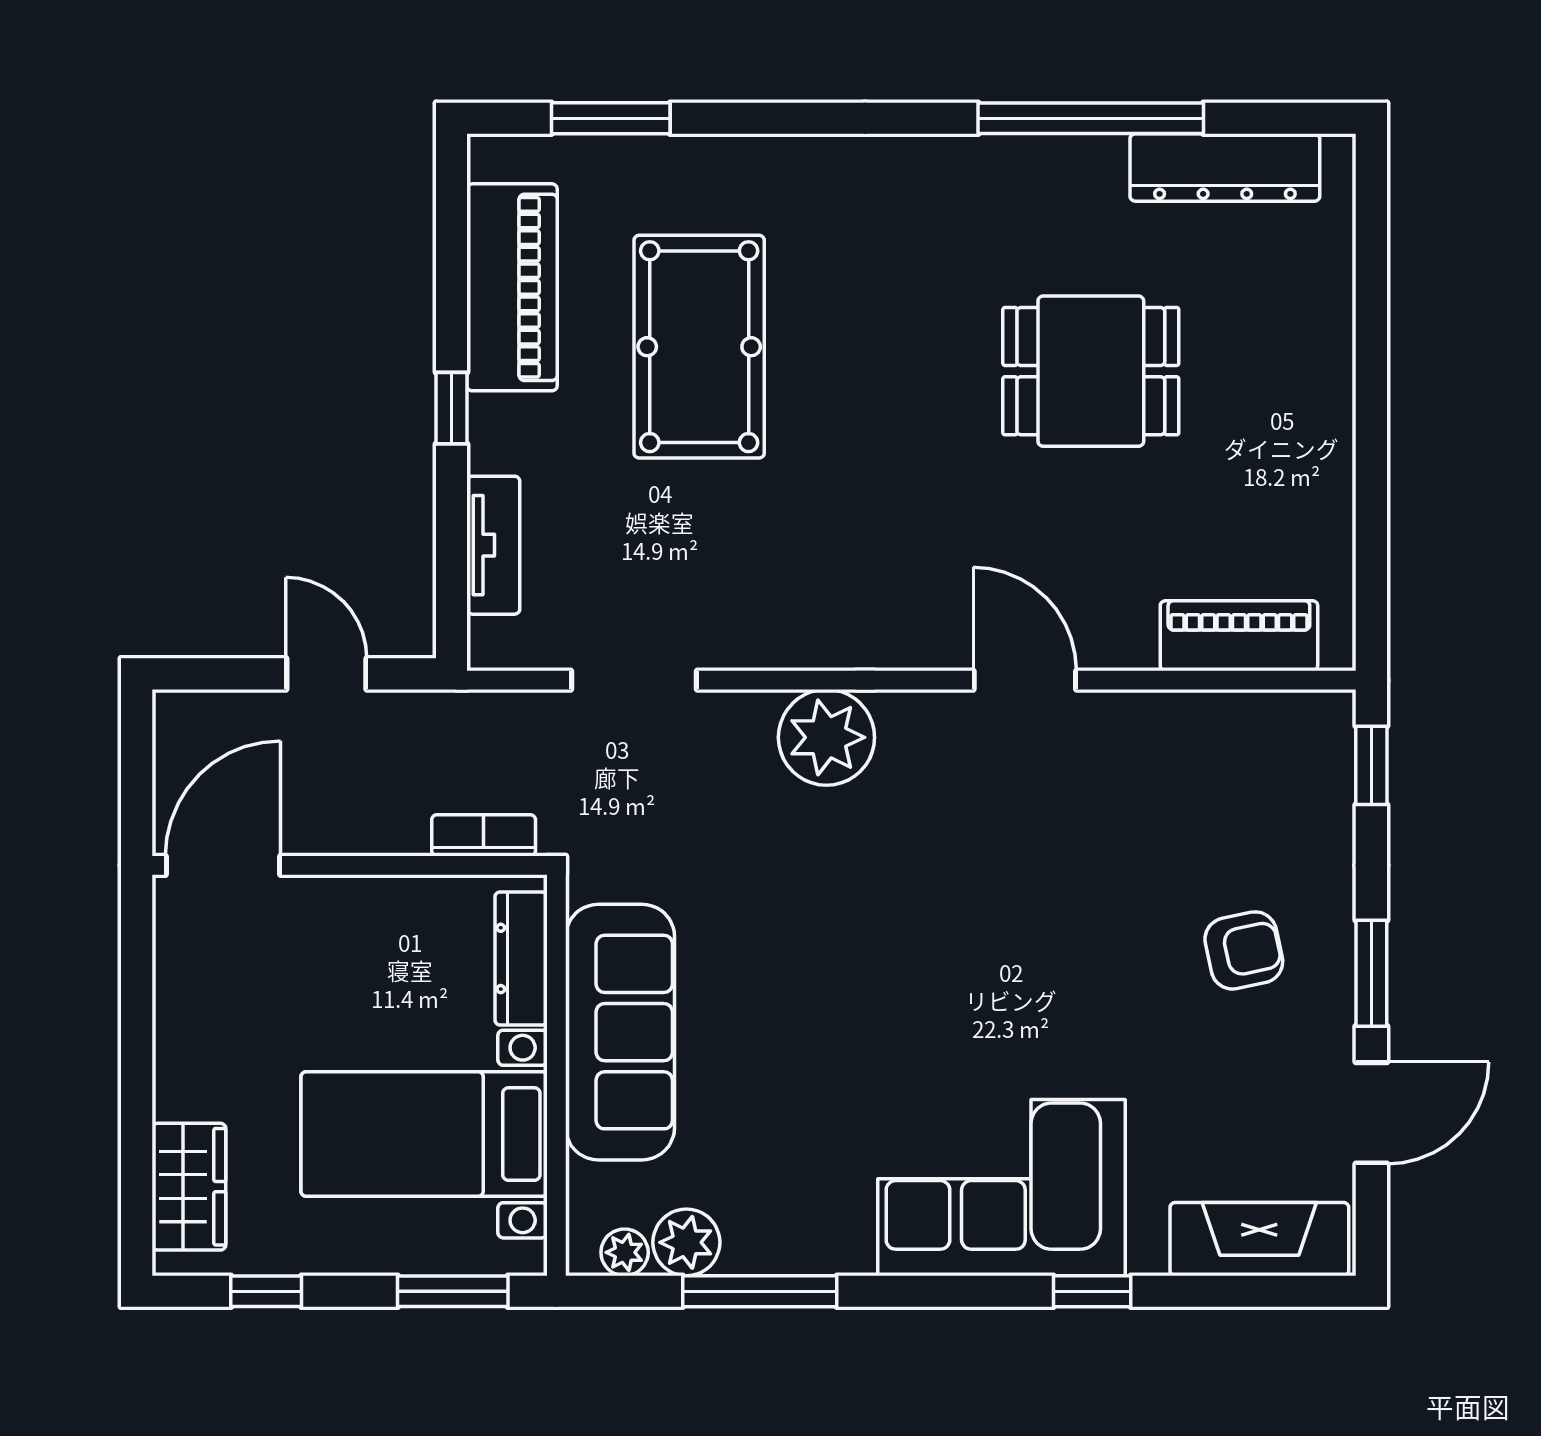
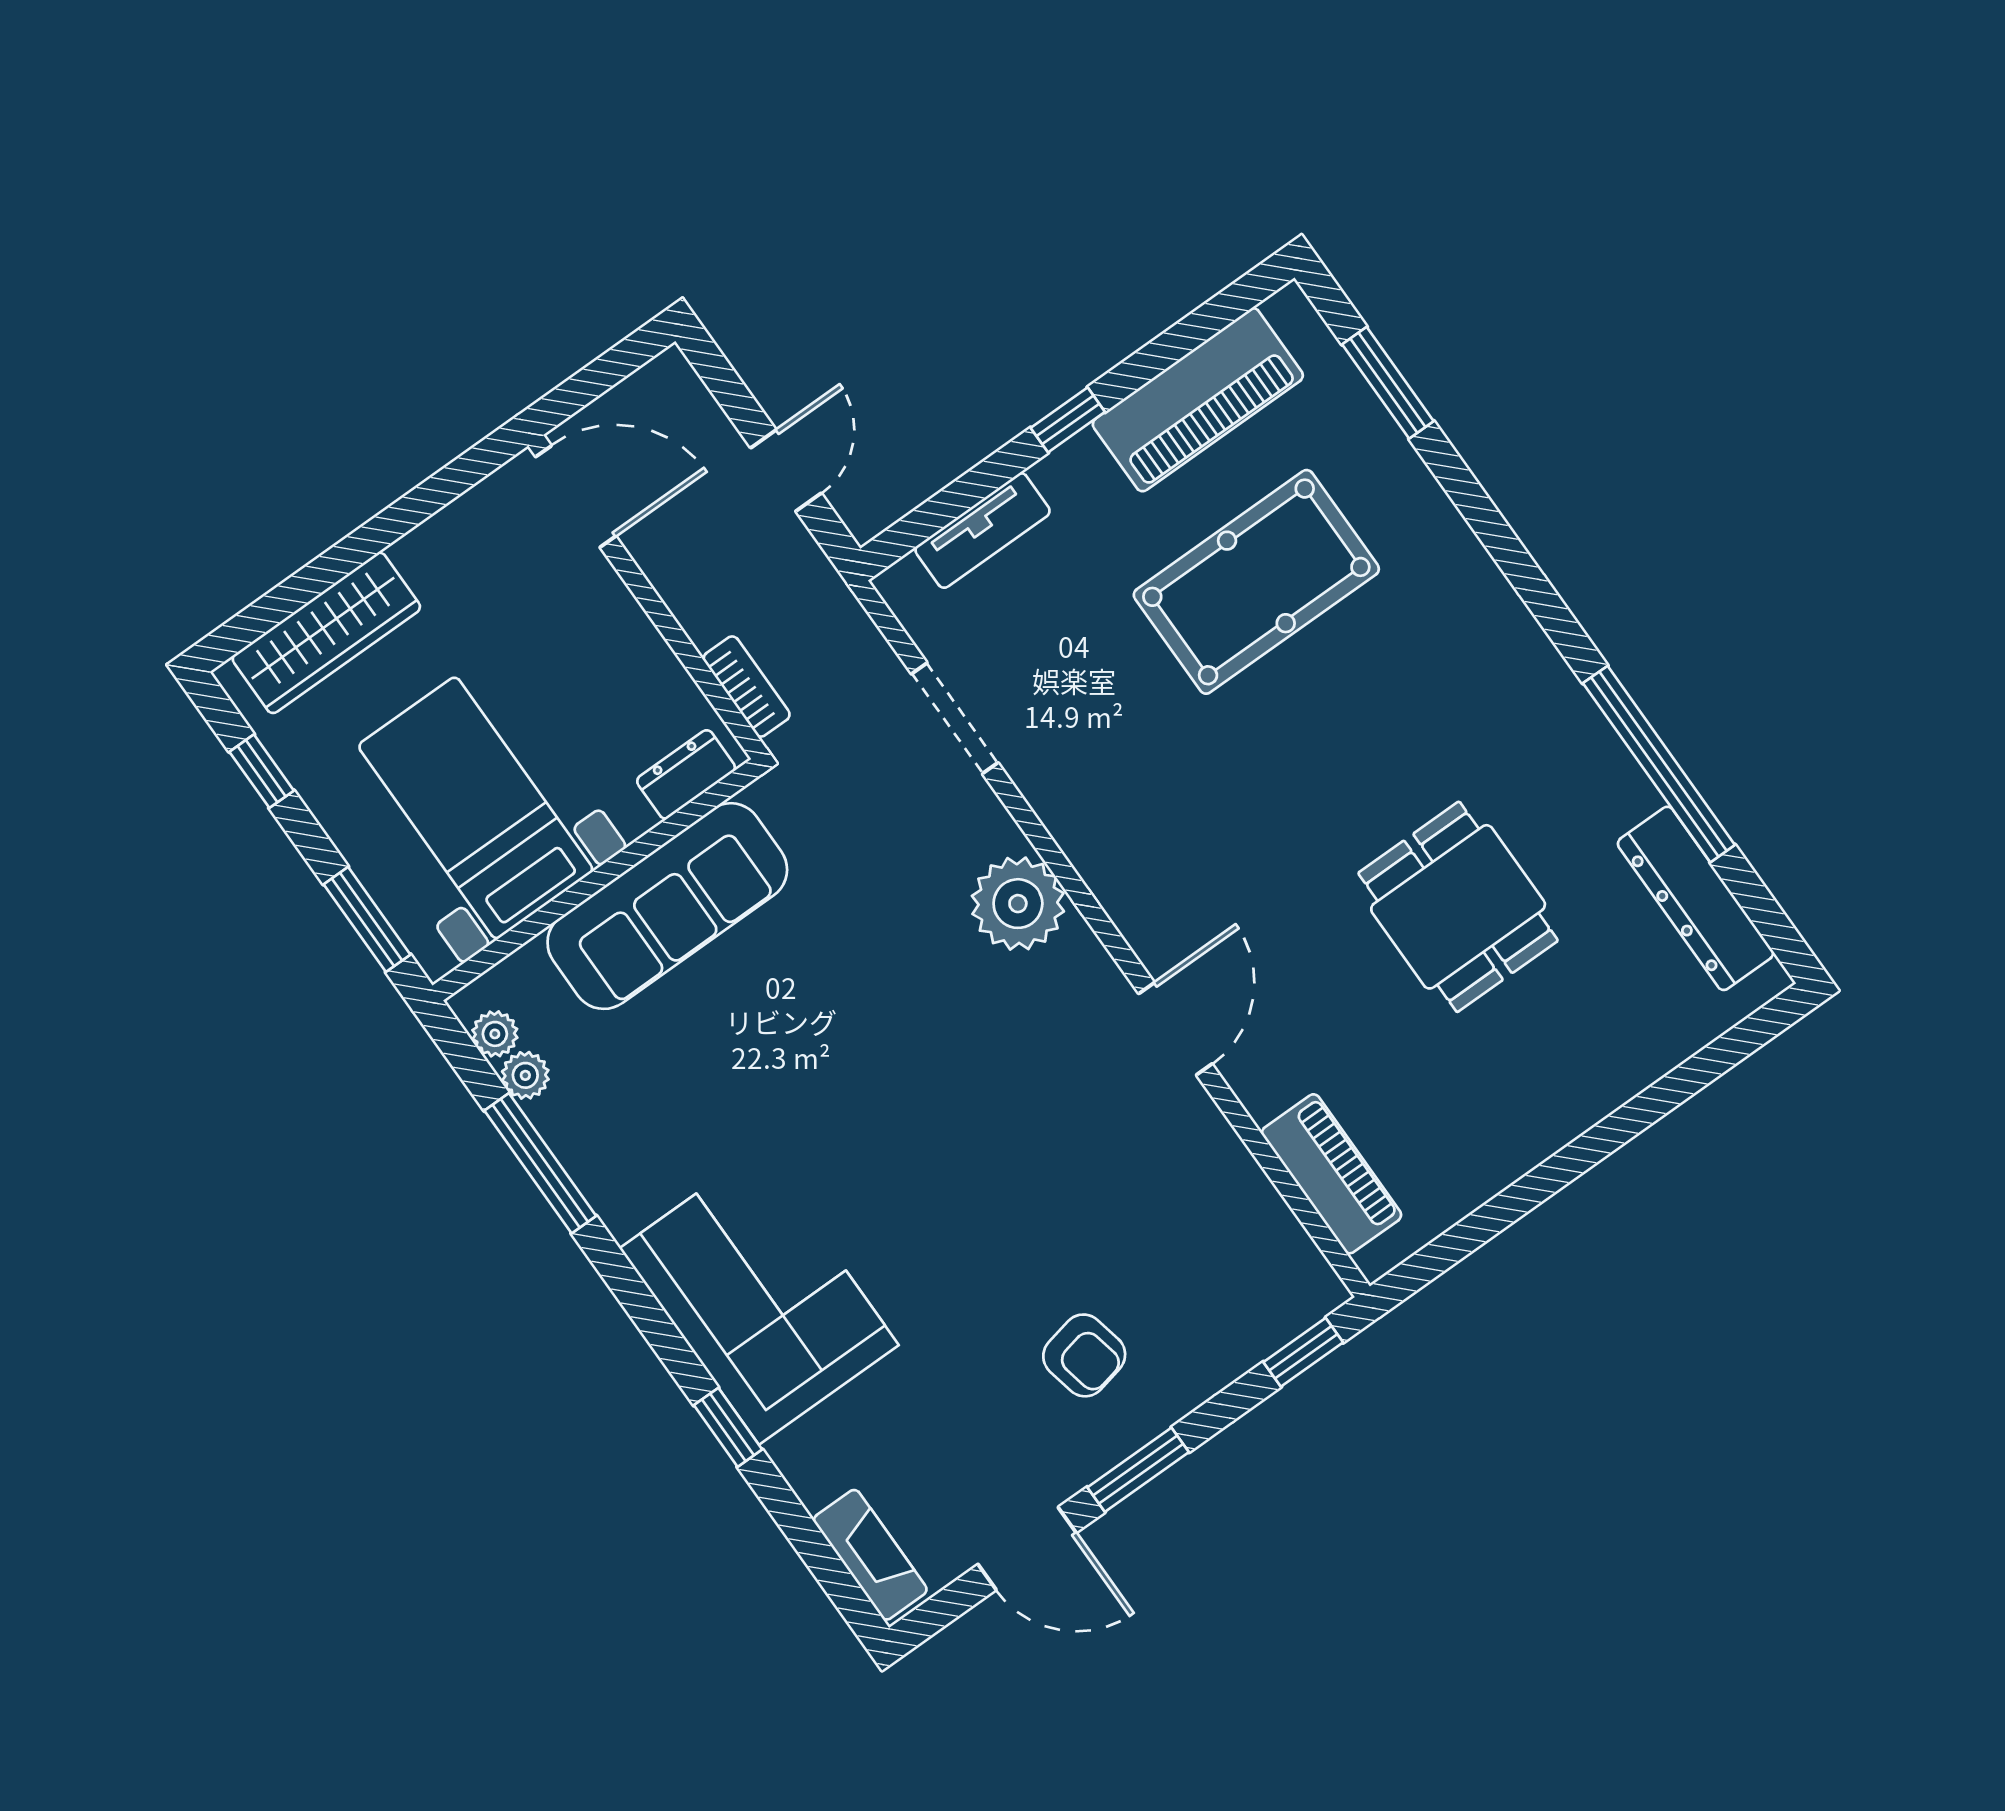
dresser: (521, 958) -> (686, 774), width x0.70
wardrobe: (189, 1187) -> (326, 633), width x1.50
fireplace: (1259, 1239) -> (870, 1555), width x0.73, depth x0.76
plant: (686, 1242) -> (525, 1075), width x0.73, depth x0.73

